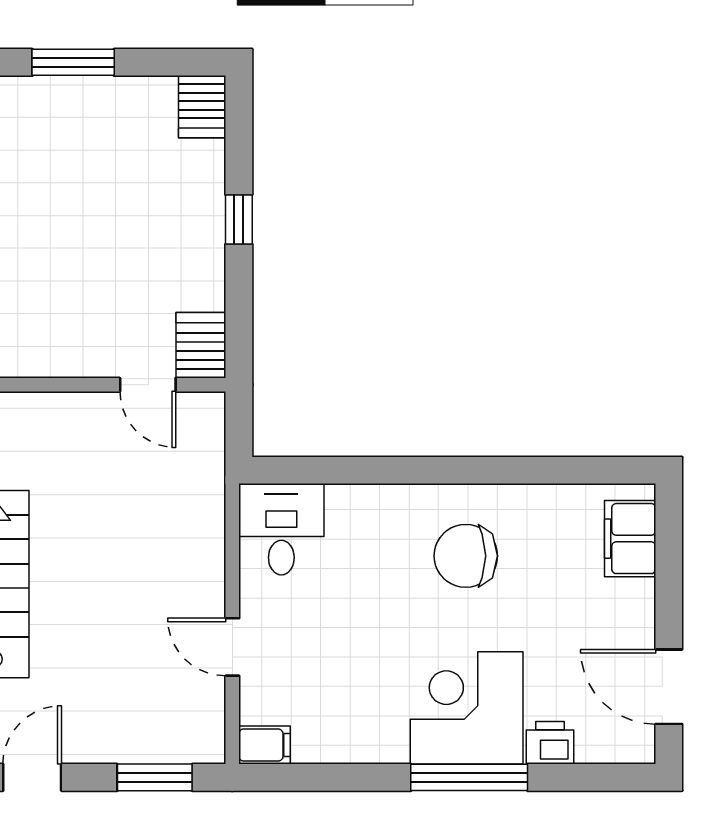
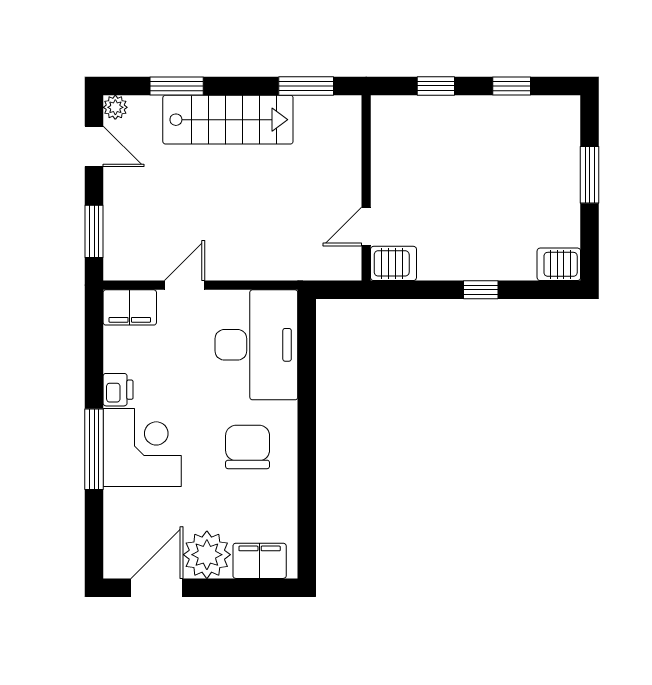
desk: (281, 529) -> (256, 345), width x1.87, depth x1.30
plant: (621, 615) -> (207, 555), added
printer: (550, 743) -> (118, 390), moved
filing cabinet: (264, 745) -> (130, 307), width x2.00

